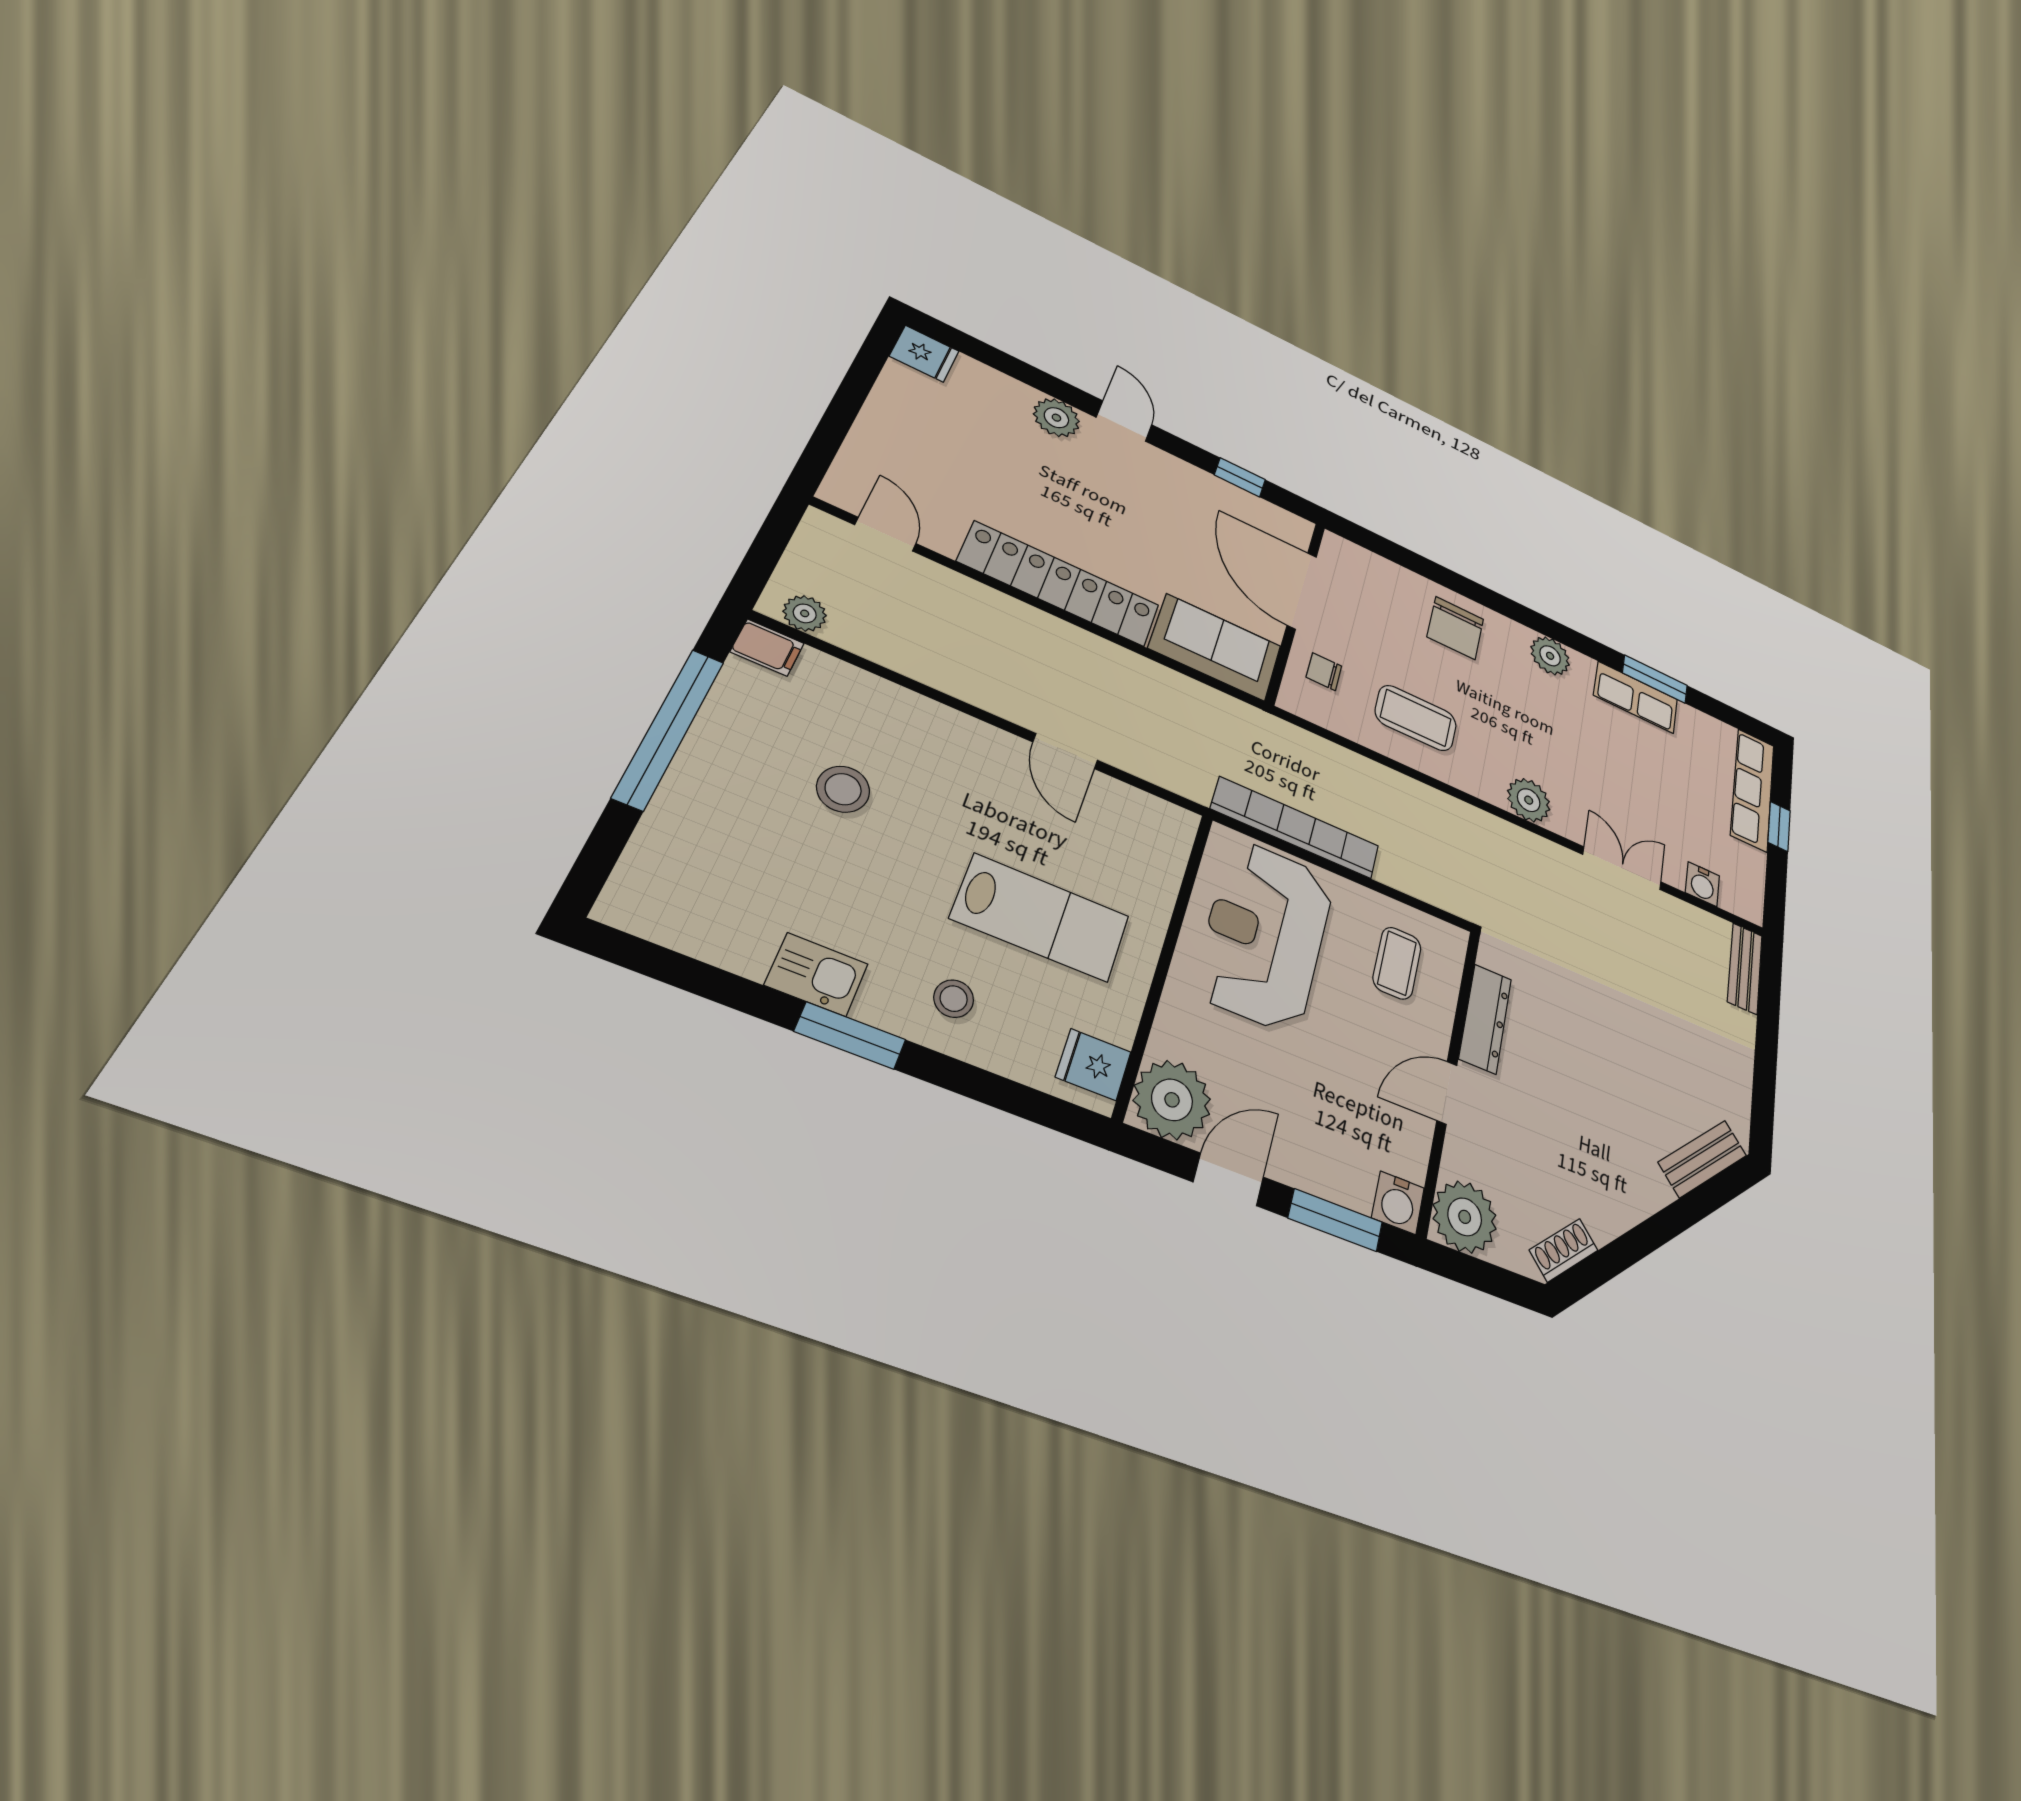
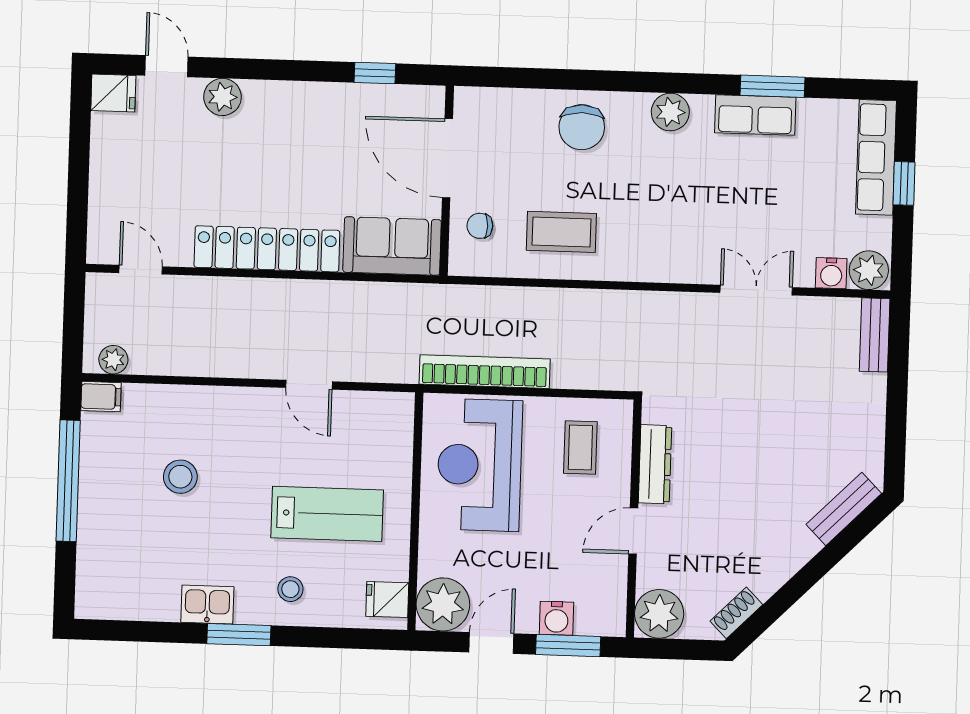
door: (1124, 421) -> (167, 66), moved
plant: (1529, 800) -> (869, 270), moved
water cooler: (1398, 1203) -> (556, 618), moved

